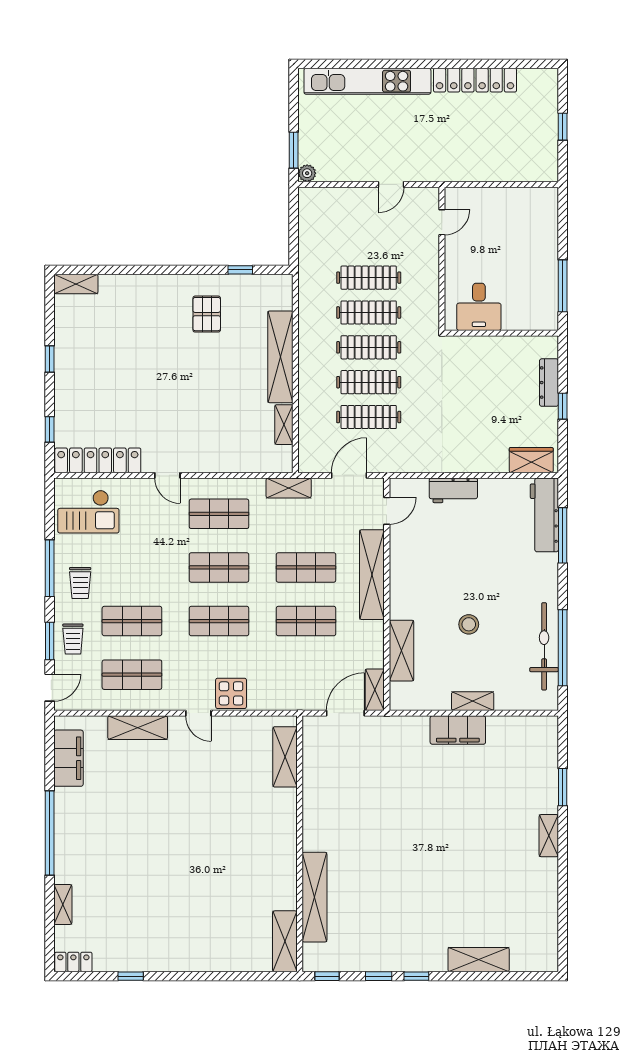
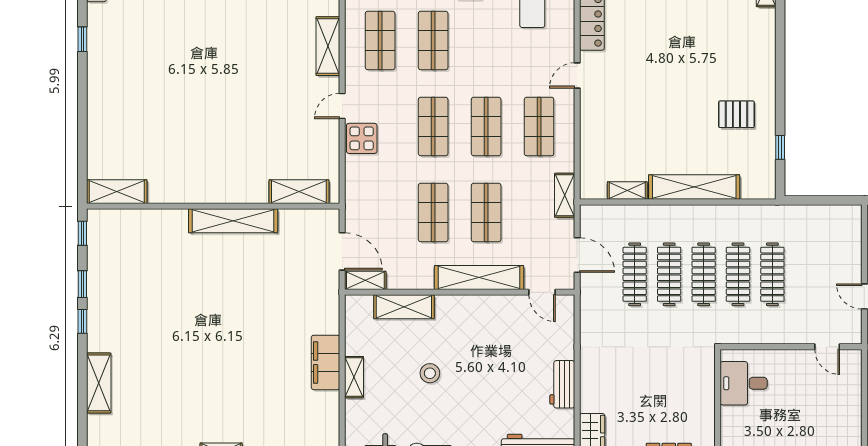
workbench: (453, 490) -> (562, 384), moved
shelving: (314, 897) -> (233, 221), moved

